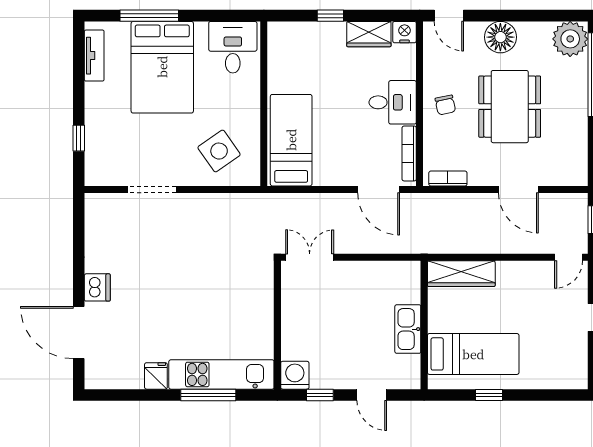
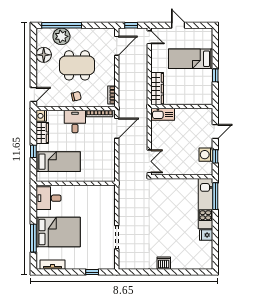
floor lamp: (500, 37) -> (44, 55), moved
plant: (570, 39) -> (61, 36), moved
bed: (291, 140) -> (58, 162), moved, turned 180
side table: (219, 151) -> (98, 205), removed
door: (518, 189) -> (117, 46), moved
double door: (310, 257) -> (149, 161), swing flipped
kitchen sink: (408, 329) -> (163, 114), moved
door: (79, 333) -> (185, 272), removed
bed: (473, 354) -> (191, 59), moved, turned -90
washing machine: (295, 375) -> (206, 155), moved
window: (208, 395) -> (215, 196), moved

